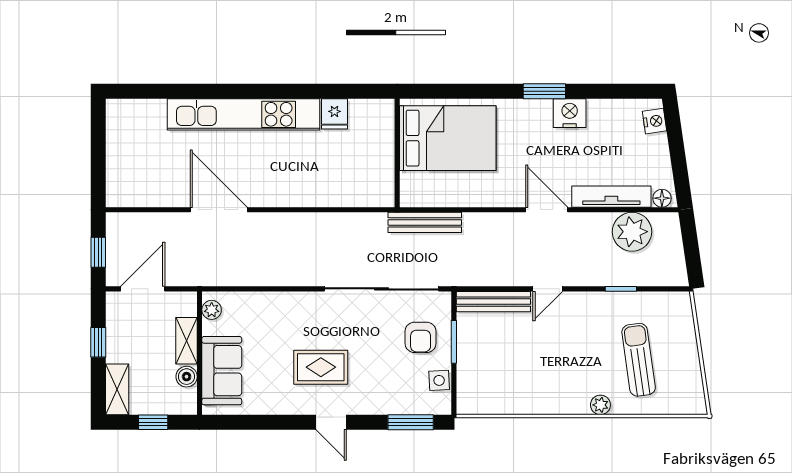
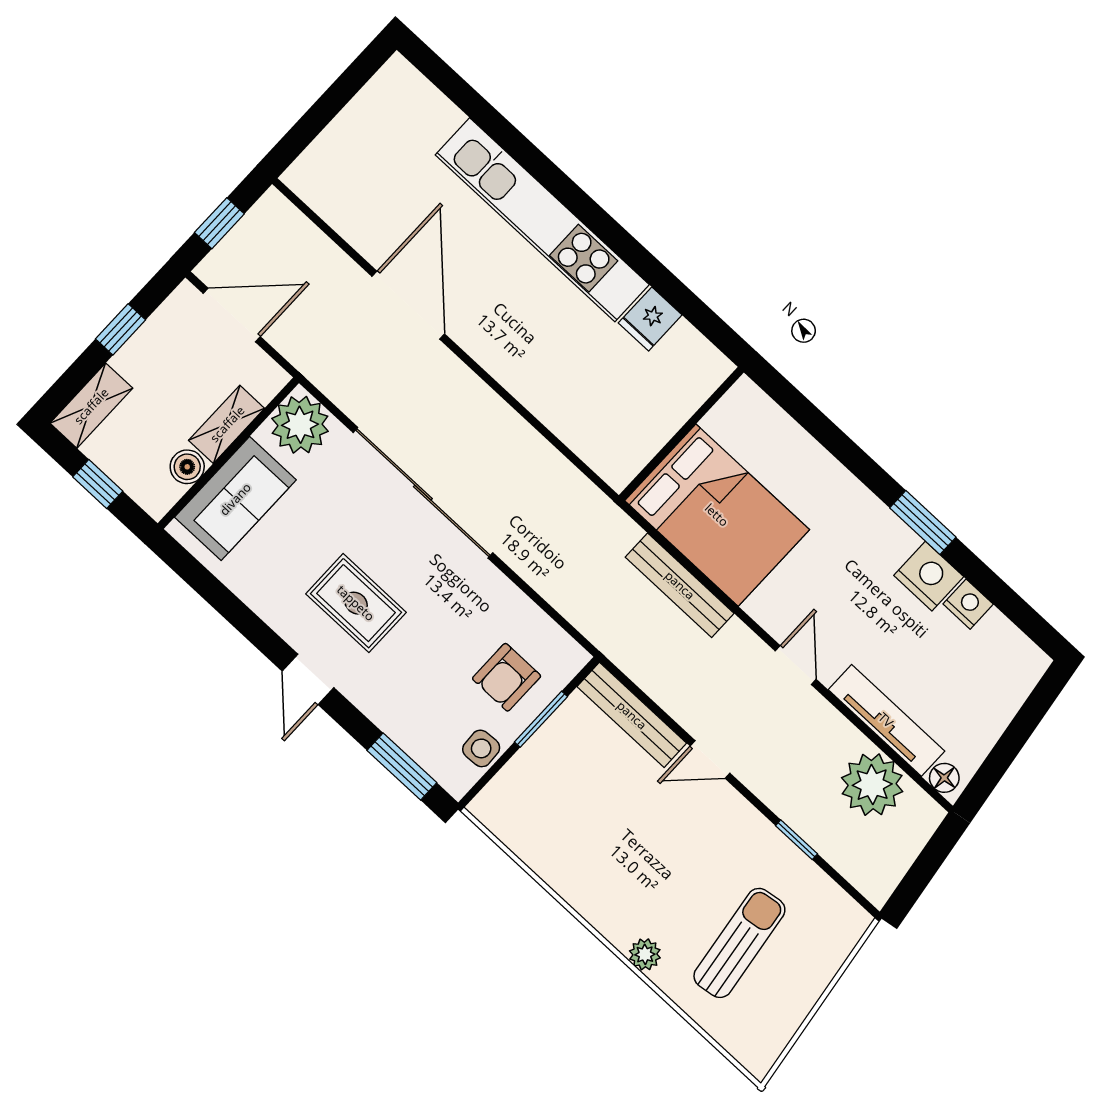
nightstand: (655, 121) -> (968, 604), moved, turned -82
bed: (448, 138) -> (717, 515), moved
door: (547, 210) -> (796, 665), width x0.73
bench: (425, 222) -> (680, 585), moved
sliding door: (382, 289) -> (423, 493), moved
plant: (212, 310) -> (300, 425), width x1.87, depth x1.87

